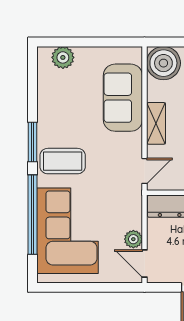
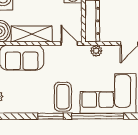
shelving: (156, 123) -> (32, 34), width x1.50, depth x1.33
plant: (133, 239) -> (96, 51), moved

